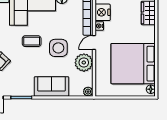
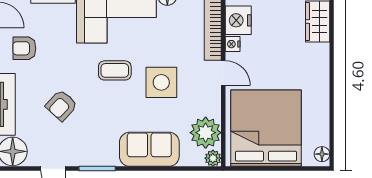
door: (94, 43) -> (223, 73), swing flipped
plant: (84, 63) -> (206, 133), moved
bed: (133, 64) -> (266, 128), moved, turned 90

